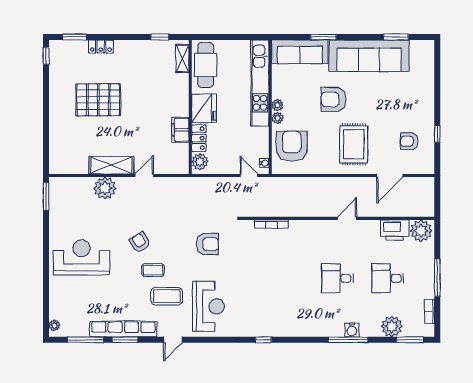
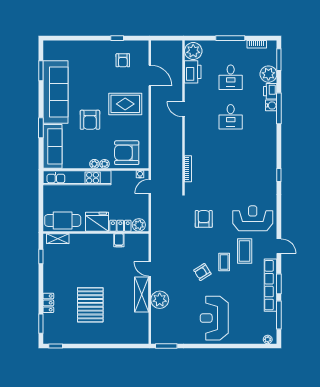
filing cabinet: (180, 130) -> (119, 240), width x0.50
printer: (370, 329) -> (270, 91), added

